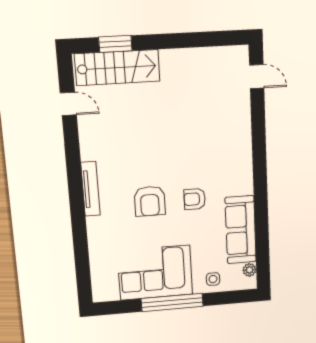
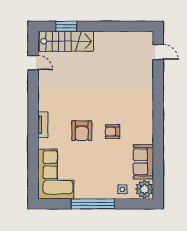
tv unit: (90, 189) -> (43, 125), width x0.71
sofa: (241, 230) -> (143, 162), width x0.73
plant: (249, 270) -> (144, 189), width x1.88, depth x1.88
corner sofa: (155, 273) -> (56, 174), moved, turned 90

